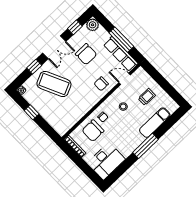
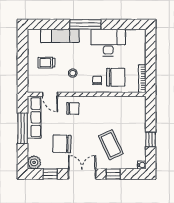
chair: (86, 54) -> (62, 144), turned -88
coffee table: (54, 84) -> (111, 145), width x0.73, depth x0.76
desk: (106, 161) -> (108, 43), moved

